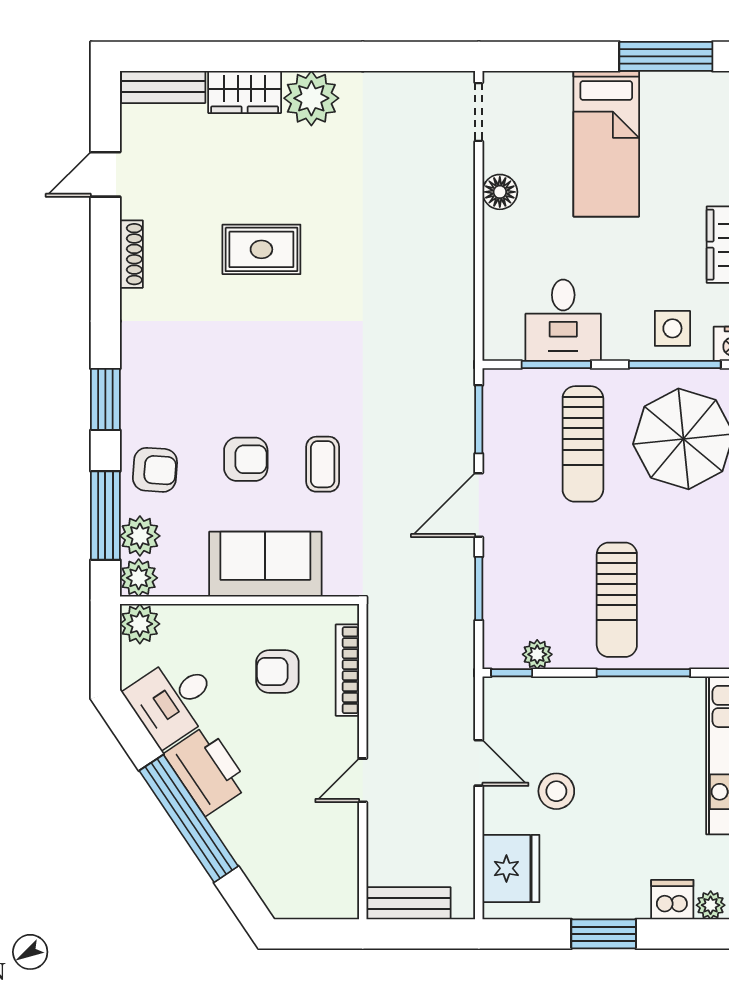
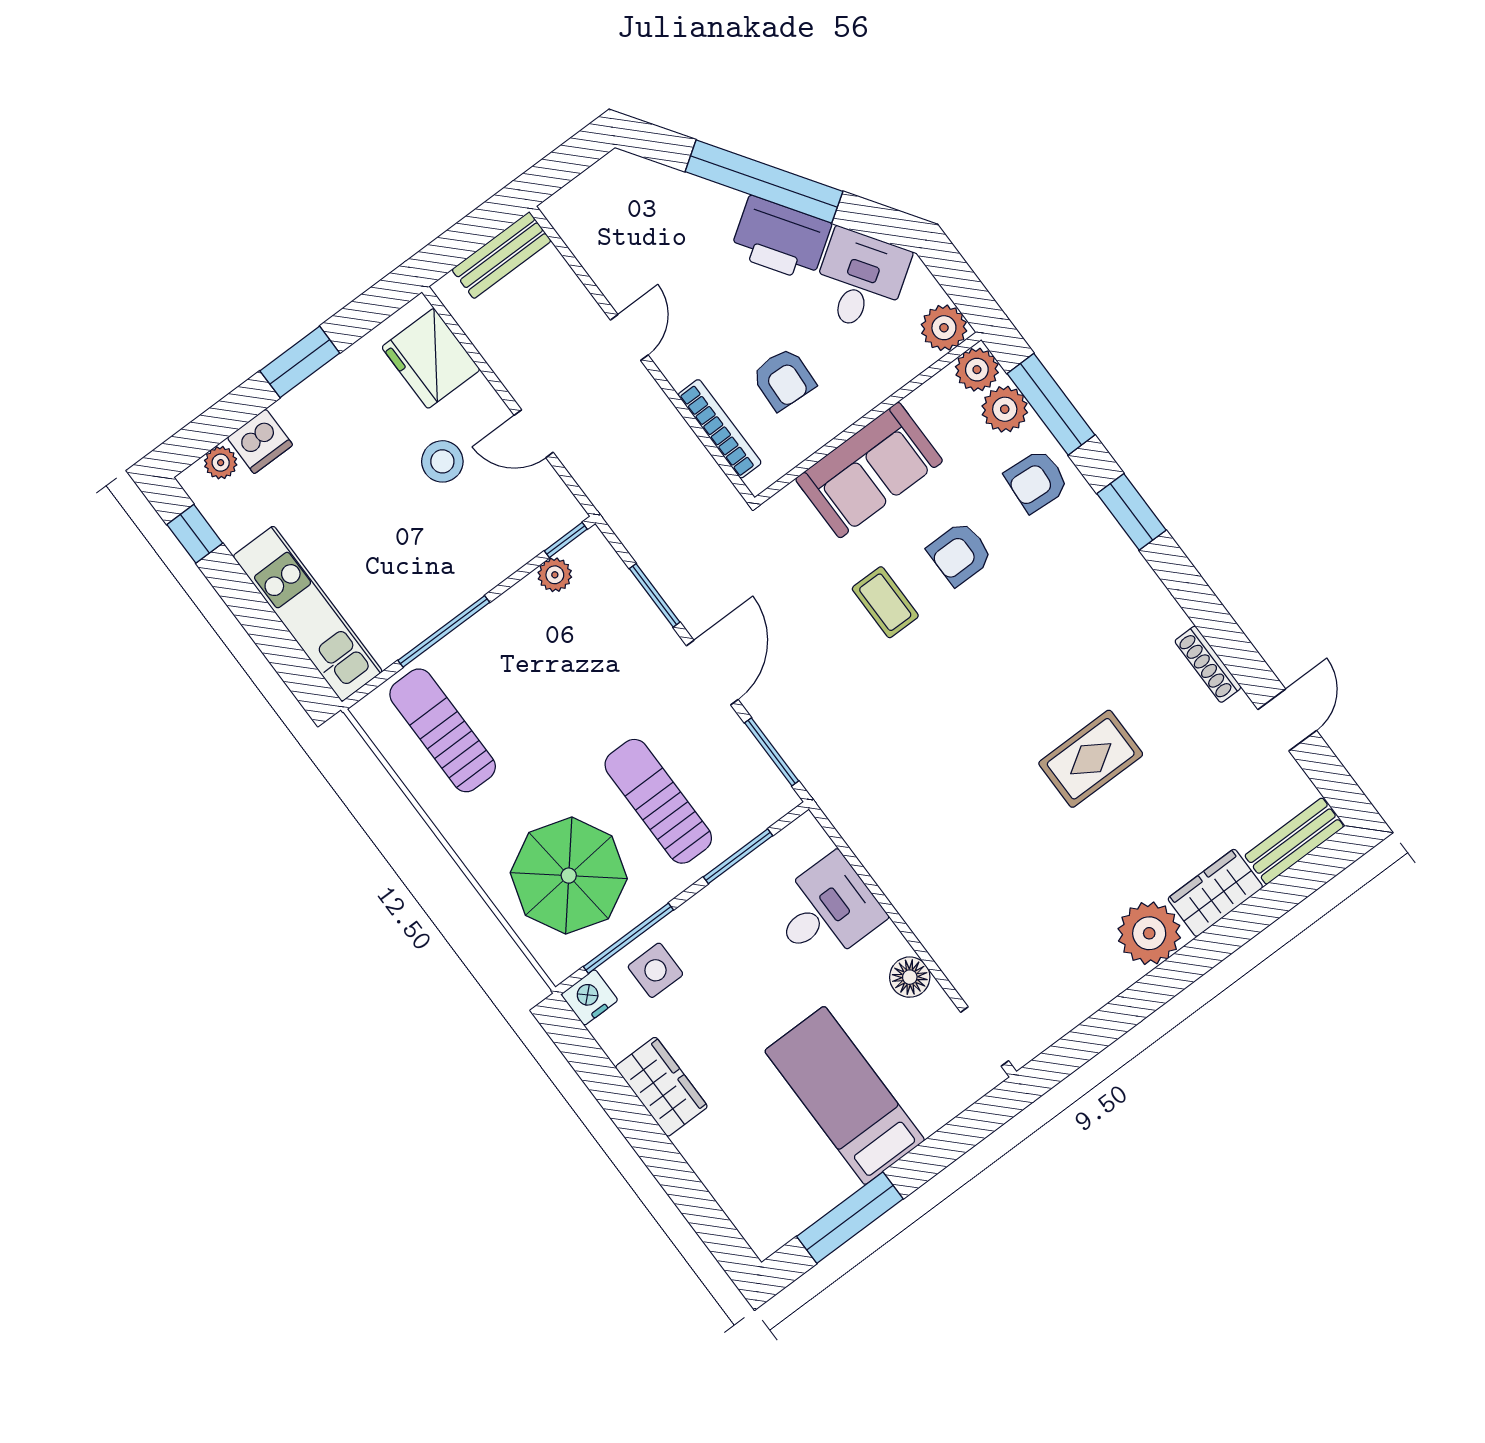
desk: (563, 320) -> (826, 911), moved, turned 90
sun lounger: (617, 600) -> (443, 730), moved
armchair: (277, 671) -> (784, 379), turned 93

